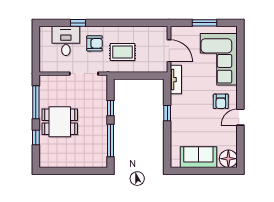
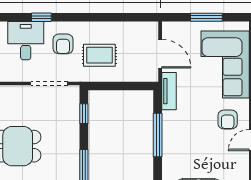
armchair: (95, 43) -> (63, 44), turned 90
window: (111, 108) -> (84, 114), moved
window: (167, 113) -> (158, 135), width x2.17

